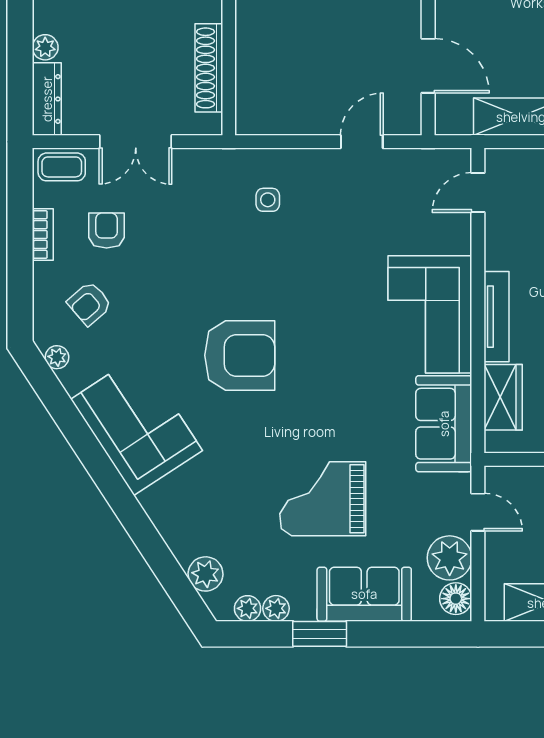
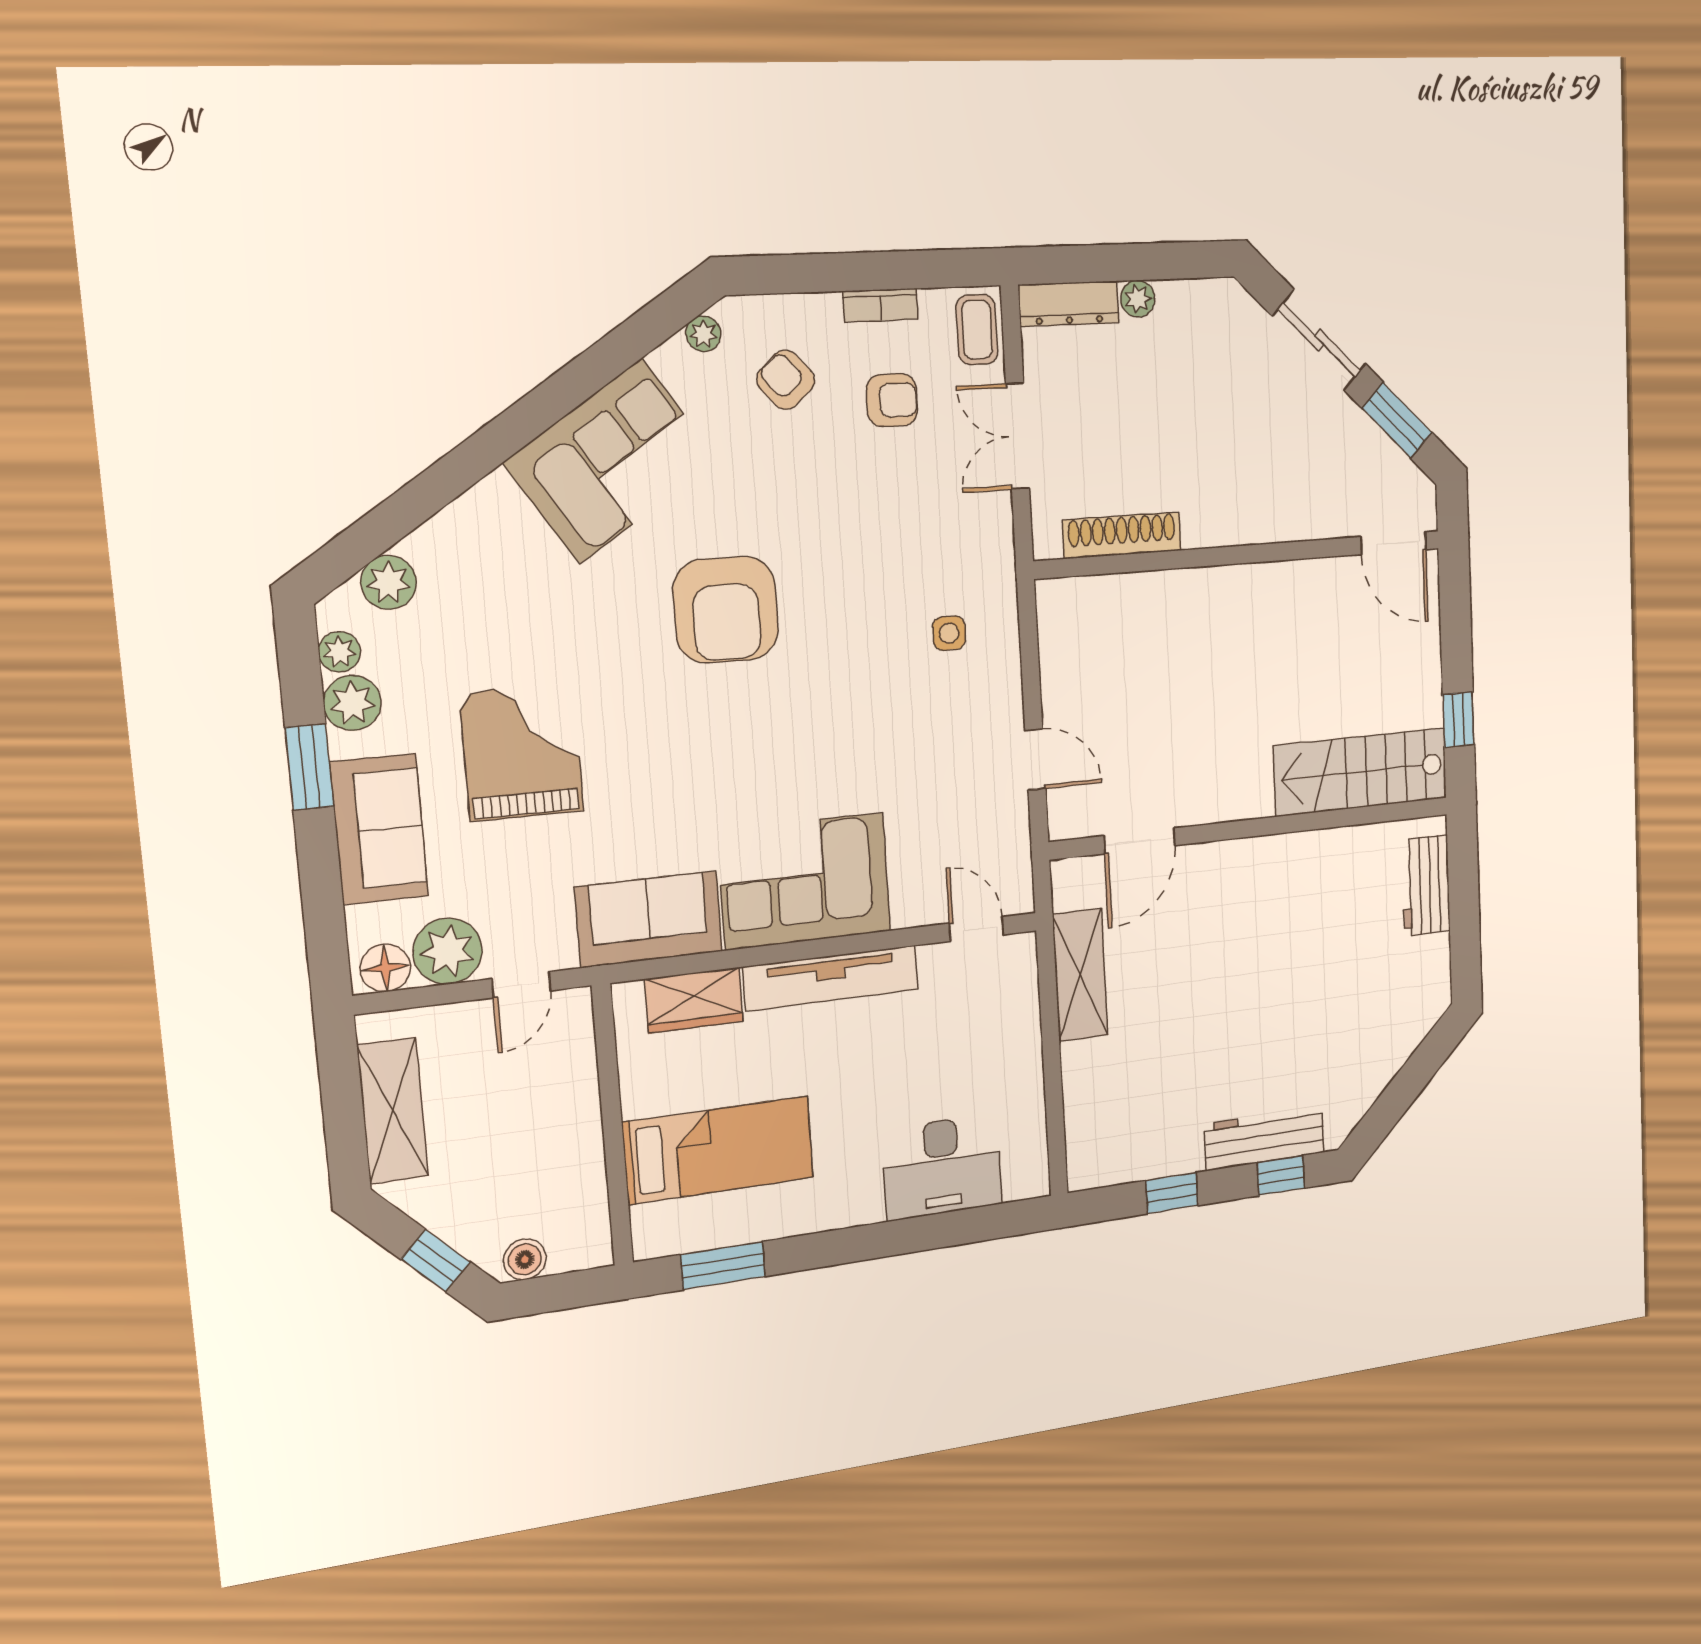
tv unit: (496, 317) -> (831, 978), width x1.36, depth x1.29
plant: (276, 608) -> (352, 703), width x1.38, depth x1.38

